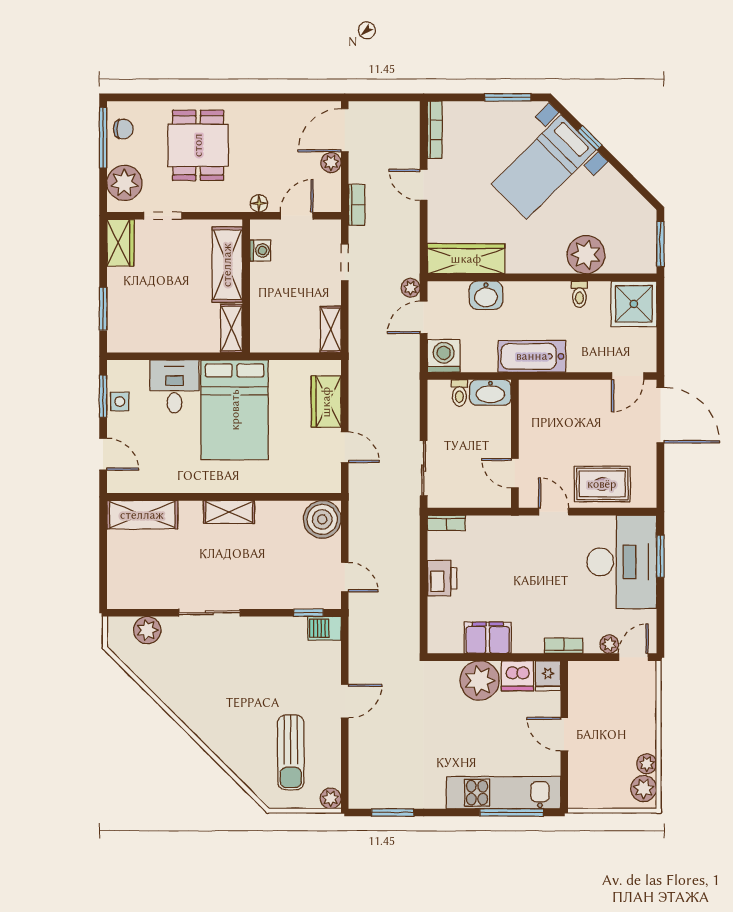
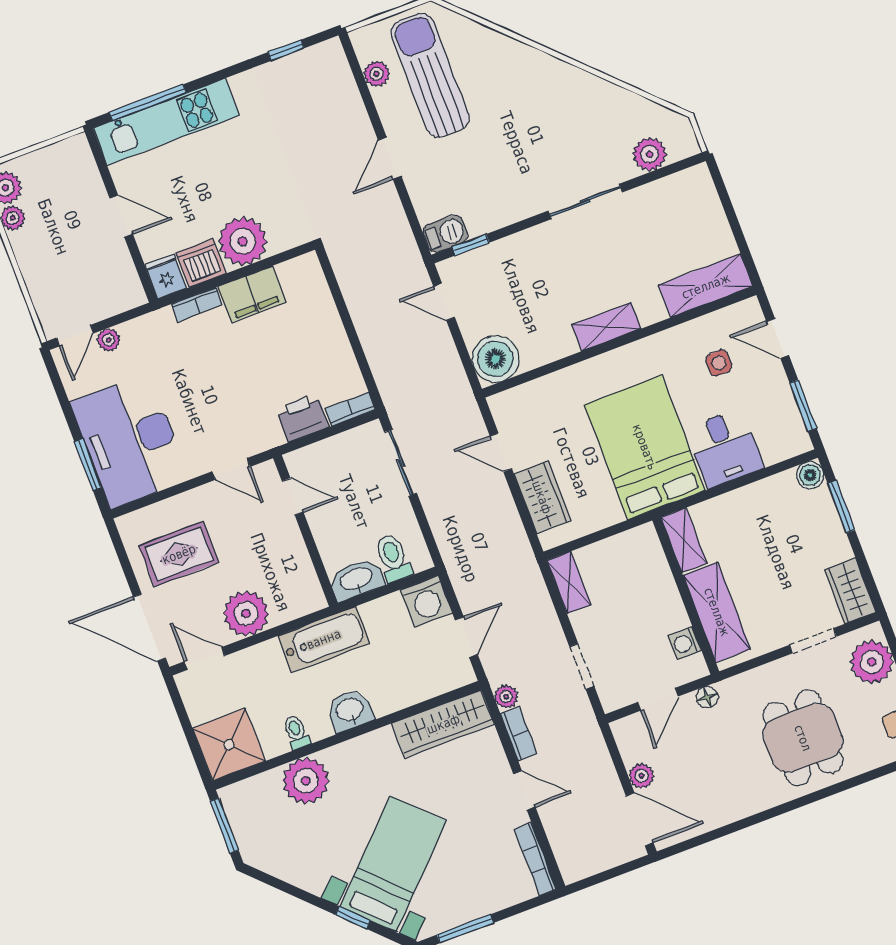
door: (345, 130) -> (640, 819), hinge flipped
bookcase: (357, 205) -> (519, 734), moved, turned 180
plant: (411, 288) -> (506, 697), moved
washbasin: (486, 295) -> (350, 710), moved
boiler: (118, 342) -> (810, 475), added
door: (628, 376) -> (204, 659), hinge flipped
toilet: (459, 393) -> (393, 558), width x1.37, depth x1.39
plant: (583, 398) -> (246, 614), added
side table: (120, 402) -> (719, 363), moved
rug: (602, 484) -> (179, 554), moved
printer: (442, 578) -> (302, 418), moved, turned 90
bookcase: (564, 646) -> (197, 305), moved
sun lounger: (291, 752) -> (430, 75), width x1.36, depth x1.34
plant: (331, 798) -> (377, 74), moved
window: (392, 812) -> (286, 50), width x0.67

